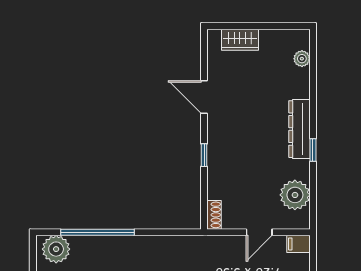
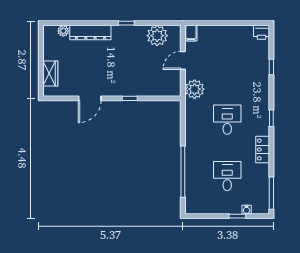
dresser: (299, 129) -> (90, 33), moved
shoe rack: (214, 215) -> (171, 91), removed
door: (259, 232) -> (183, 60), swing flipped
plant: (56, 249) -> (195, 89), moved

